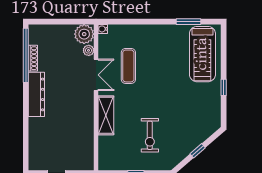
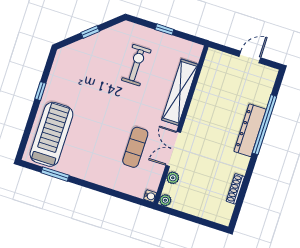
plant: (84, 34) -> (165, 200), width x0.53, depth x0.53
window: (26, 55) -> (265, 125), moved
dresser: (36, 94) -> (250, 130), moved
shelving: (106, 115) -> (180, 92), width x1.47

